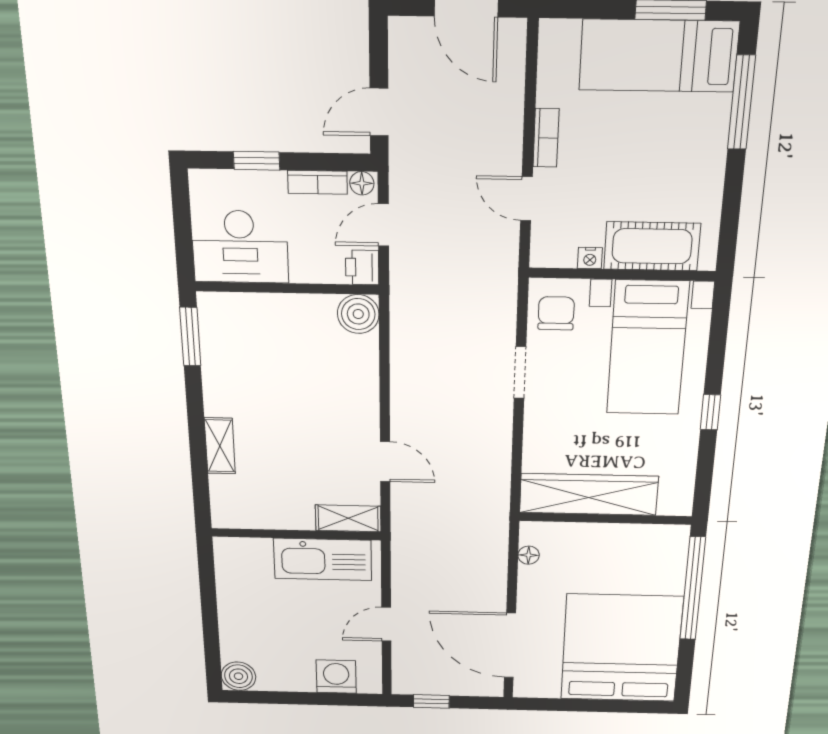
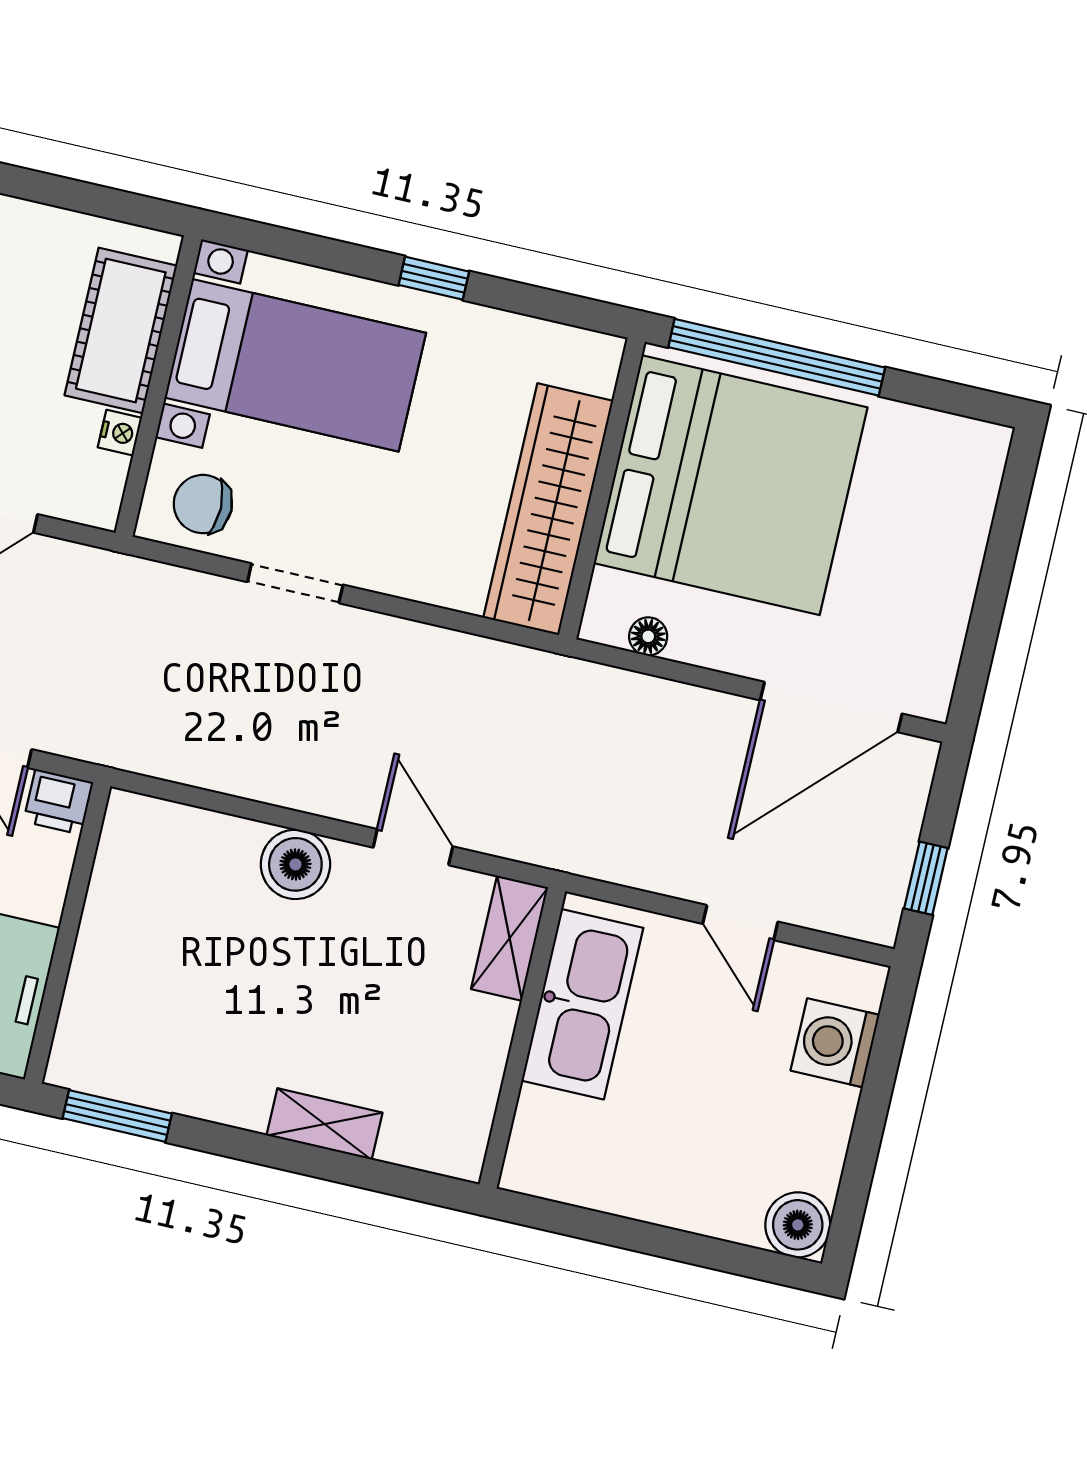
boiler: (358, 314) -> (295, 864), moved
door: (385, 462) -> (413, 847), hinge flipped
bed: (621, 648) -> (731, 485), moved, turned 180

